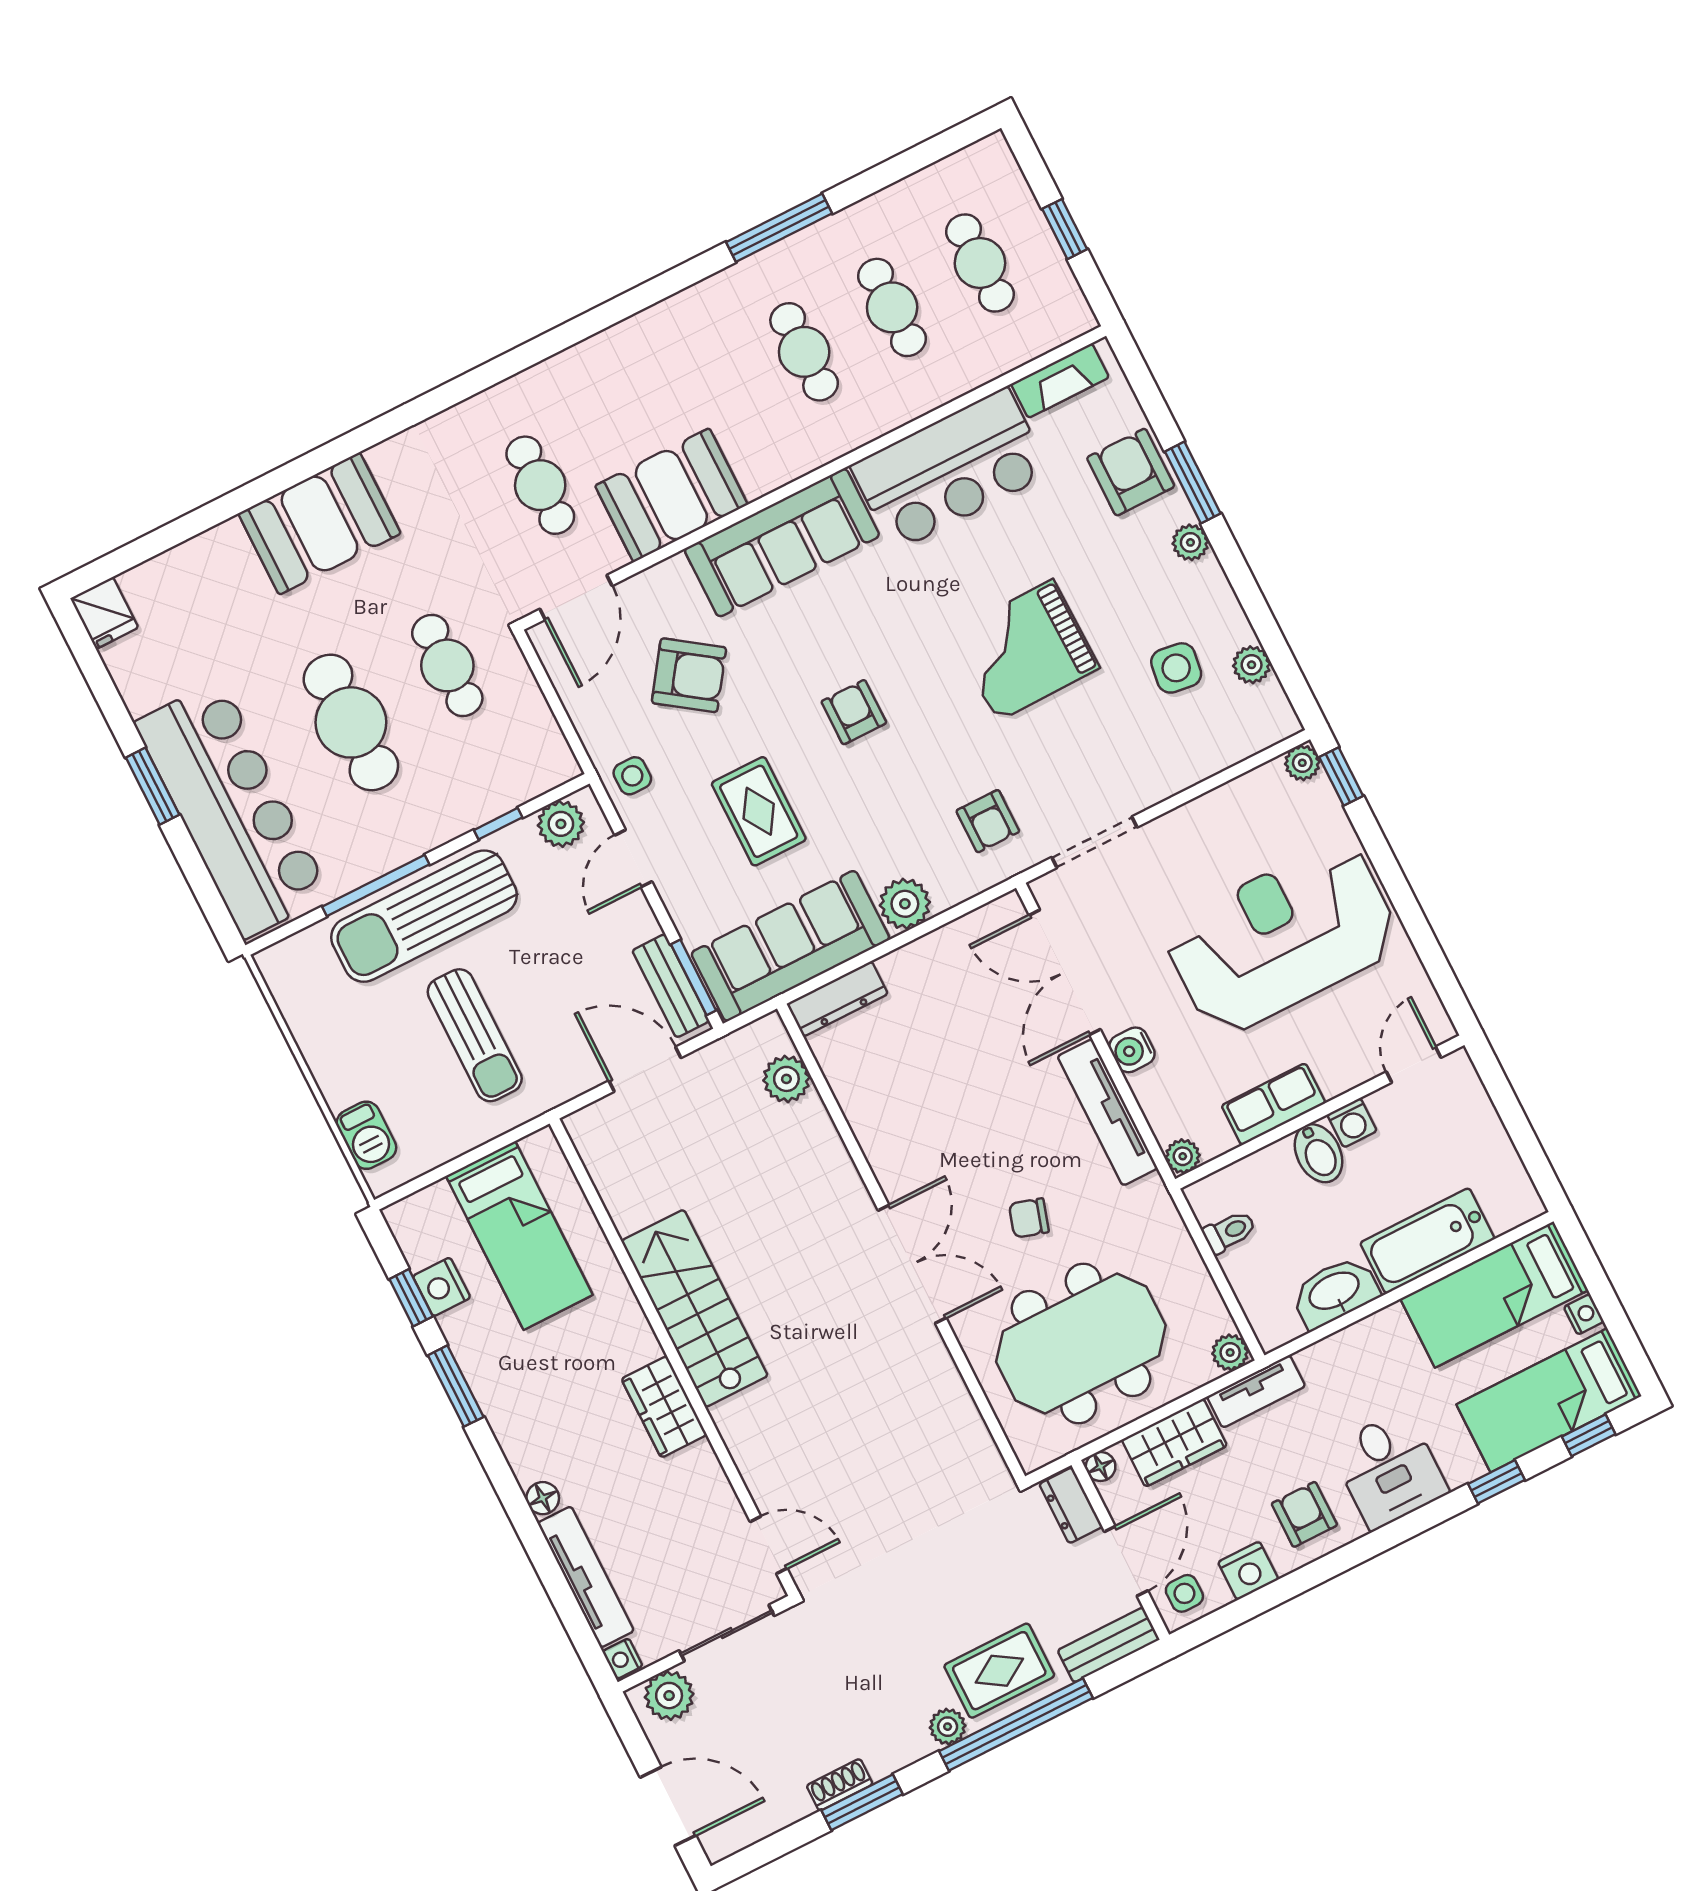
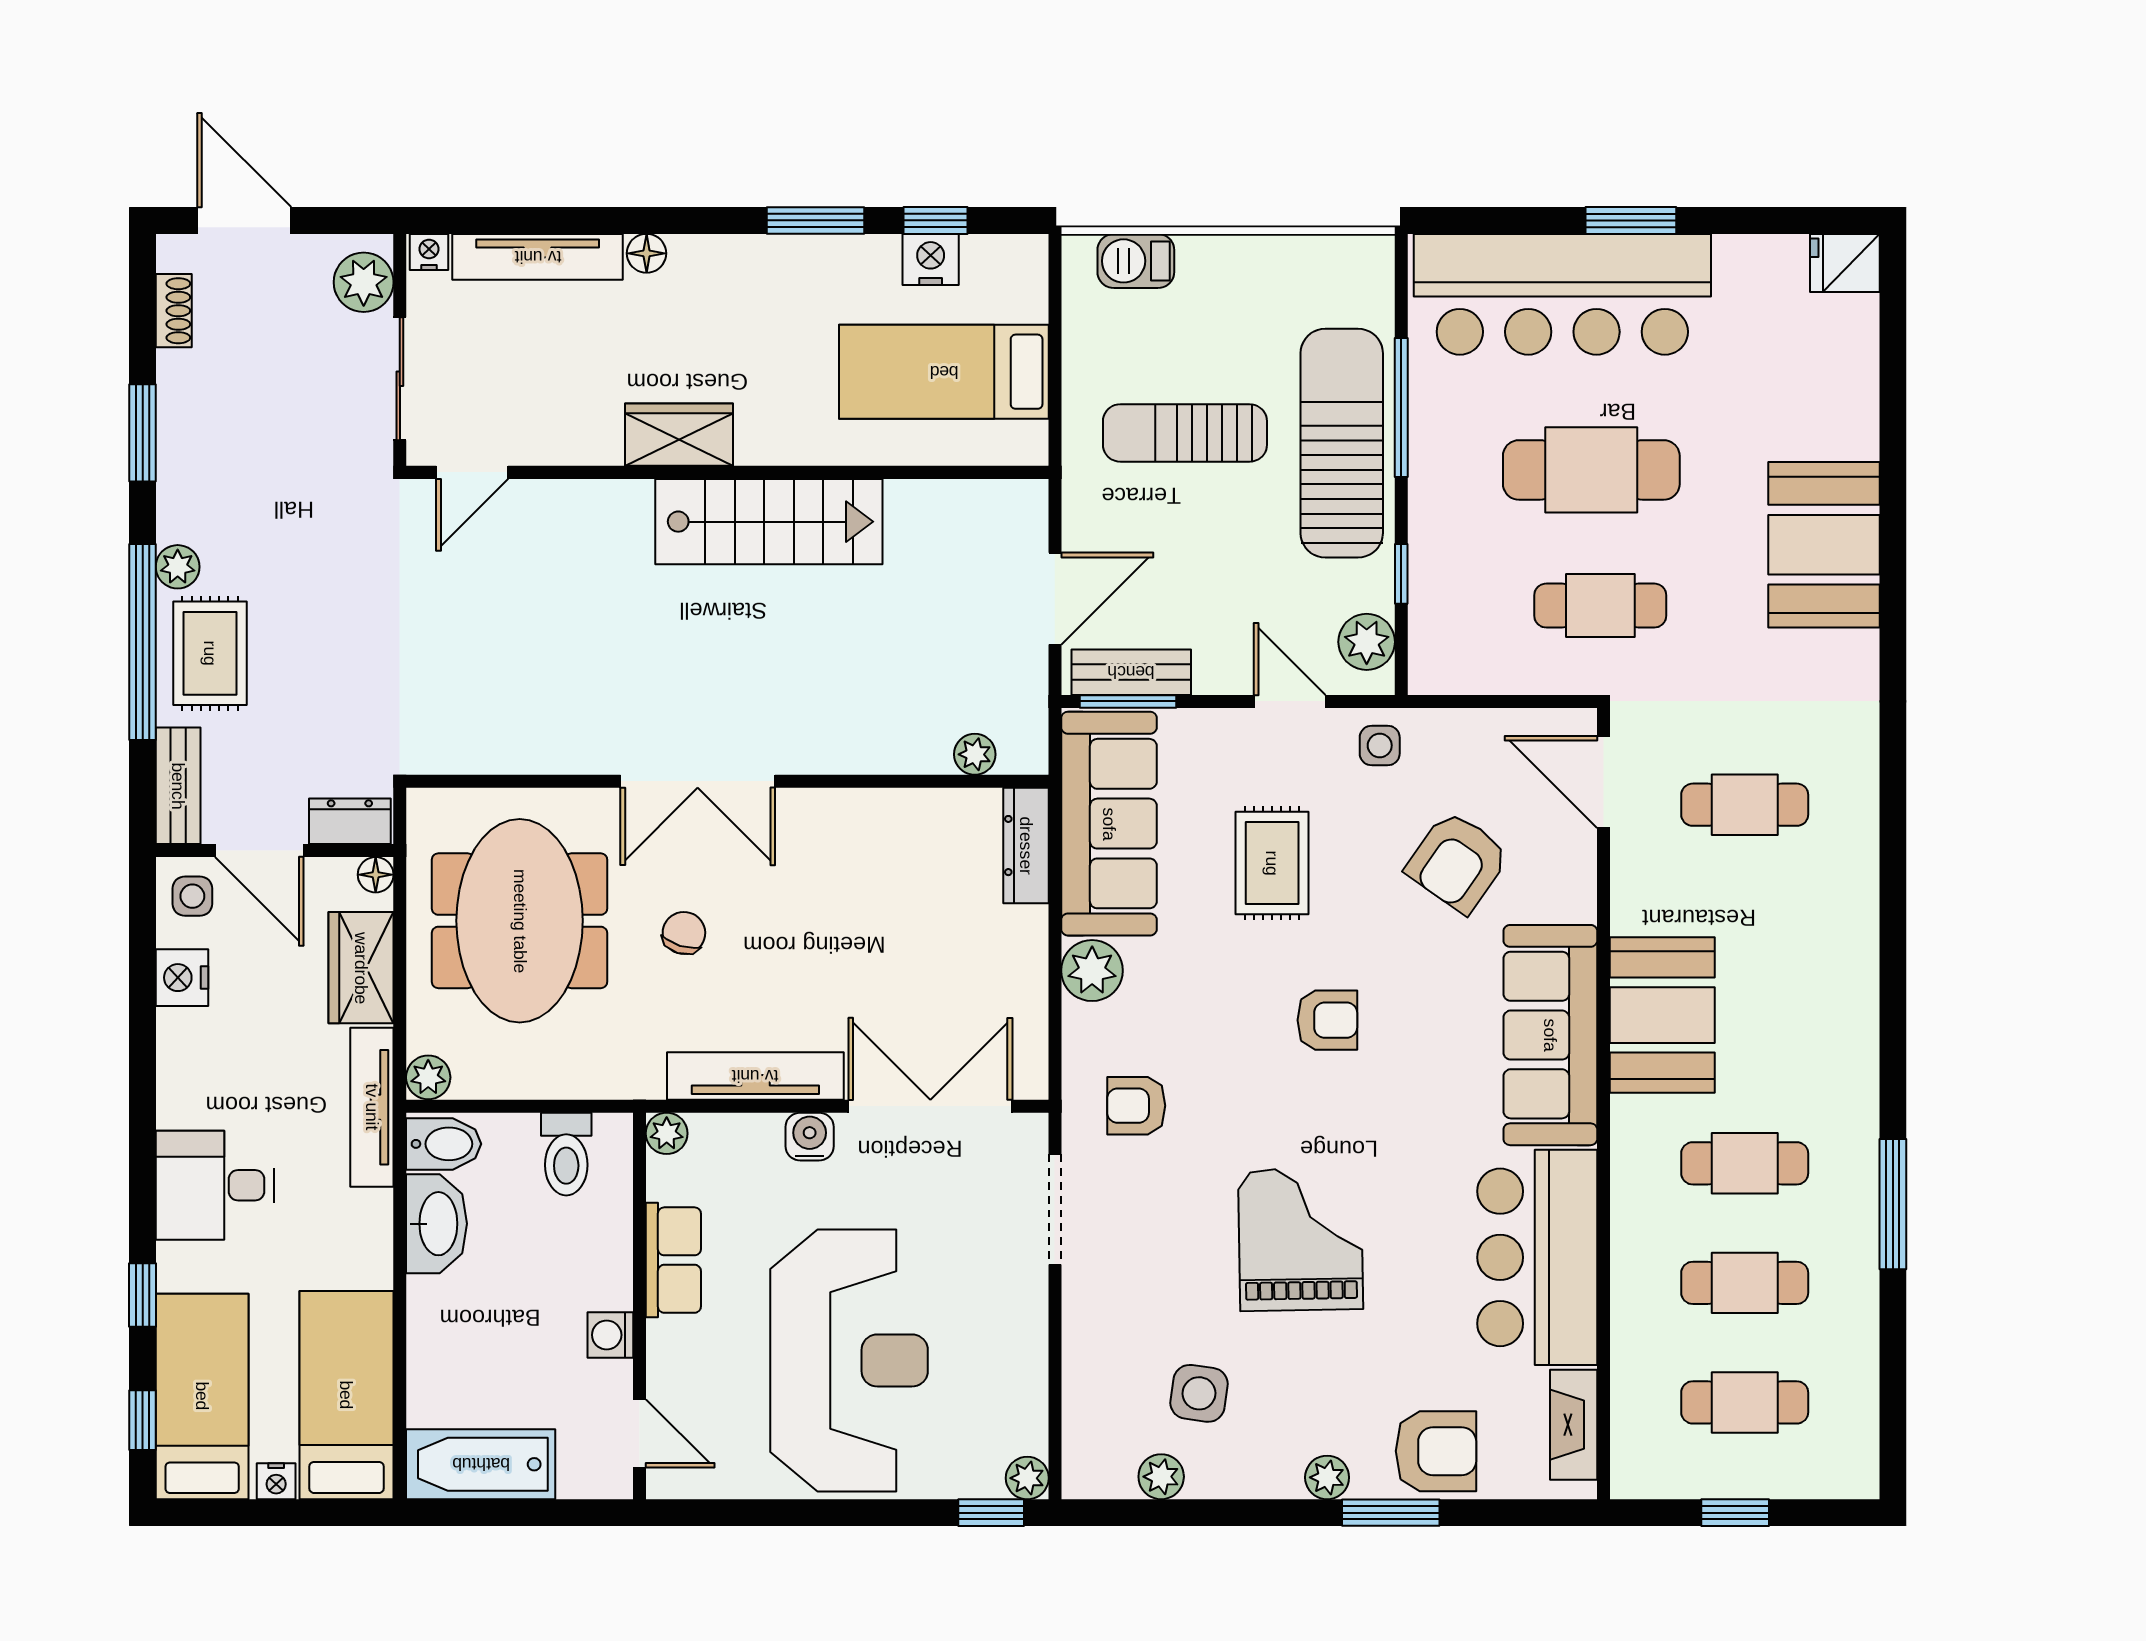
booth: (671, 495) -> (1662, 1015), moved
rug: (759, 811) -> (1272, 863), turned 90
plant: (786, 1079) -> (975, 754), width x0.73, depth x0.73
bidet: (1319, 1153) -> (444, 1144), moved, turned 180
toilet: (1229, 1232) -> (566, 1154), width x1.37, depth x1.39
bathtub: (1427, 1241) -> (481, 1464), moved, turned -90
tv unit: (1256, 1391) -> (372, 1107), width x1.41
armchair: (1304, 1514) -> (212, 1069), removed
shoe rack: (840, 1785) -> (174, 311), moved
door: (668, 1806) -> (244, 220), swing flipped

